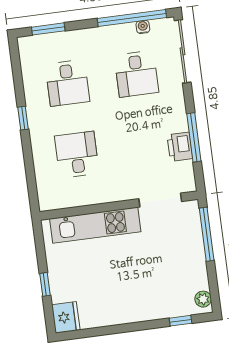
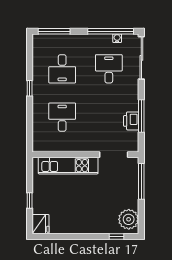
window: (48, 29) -> (54, 31), width x1.44
desk: (136, 74) -> (109, 69), turned 180
plant: (203, 299) -> (129, 219), width x1.88, depth x1.88

